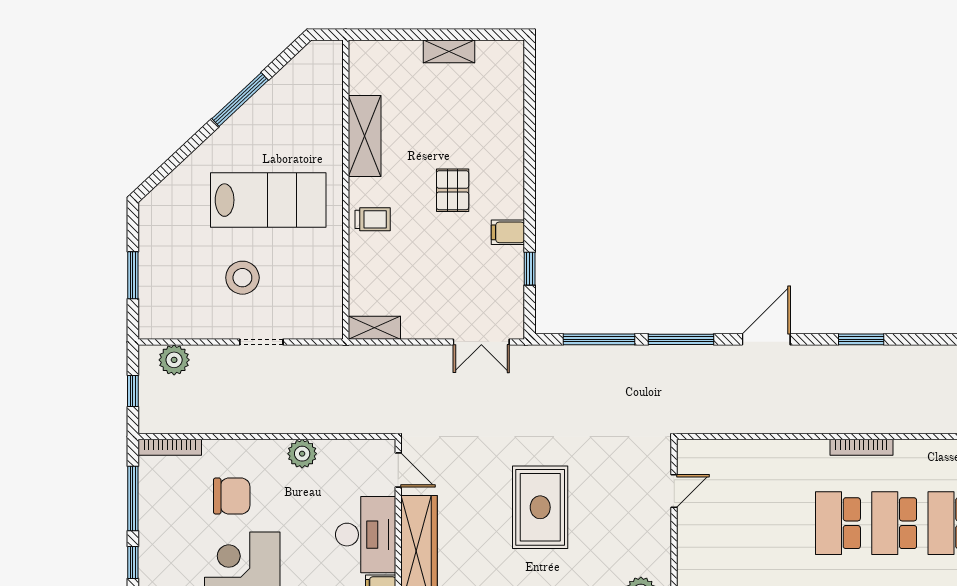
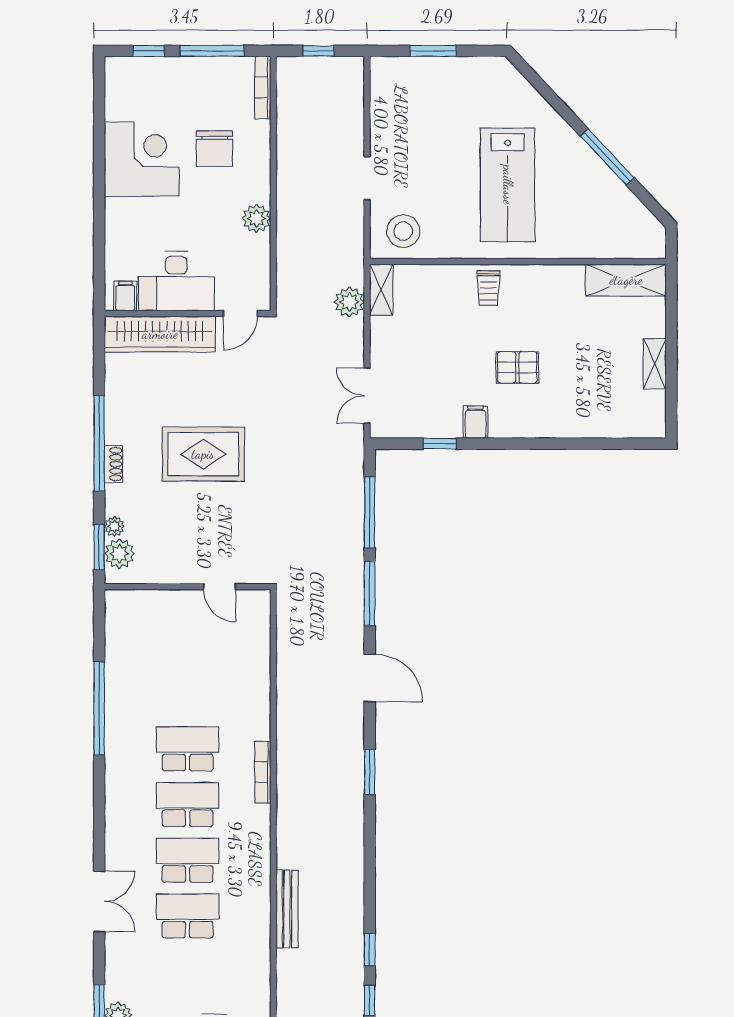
shelving: (365, 136) -> (626, 280), moved
stool: (242, 278) -> (403, 231), moved
plant: (174, 360) -> (349, 302), moved

